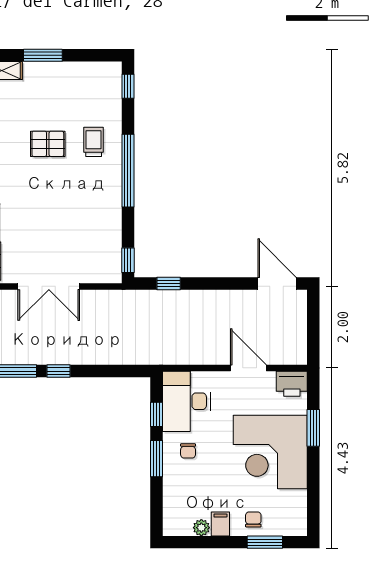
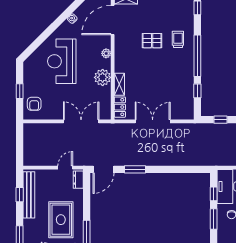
window: (128, 260) -> (197, 91), moved
double door: (49, 286) -> (153, 121), swing flipped
window: (58, 371) -> (158, 169), removed

